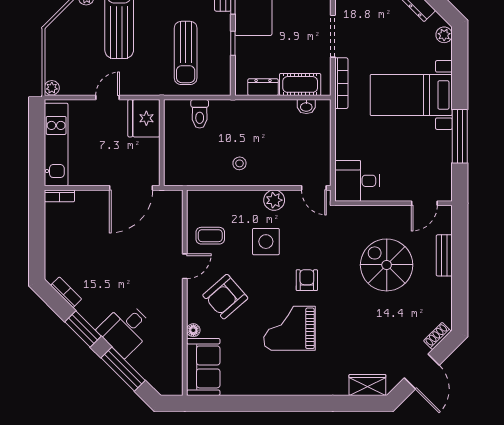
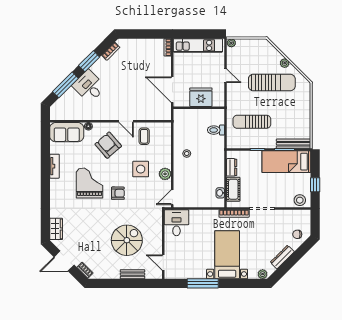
fridge: (144, 118) -> (201, 97), moved
tv unit: (261, 388) -> (54, 166), added

